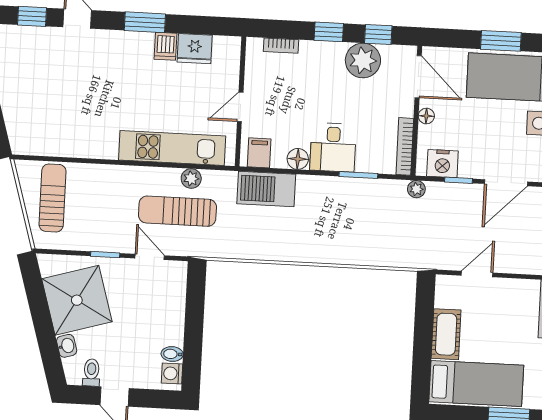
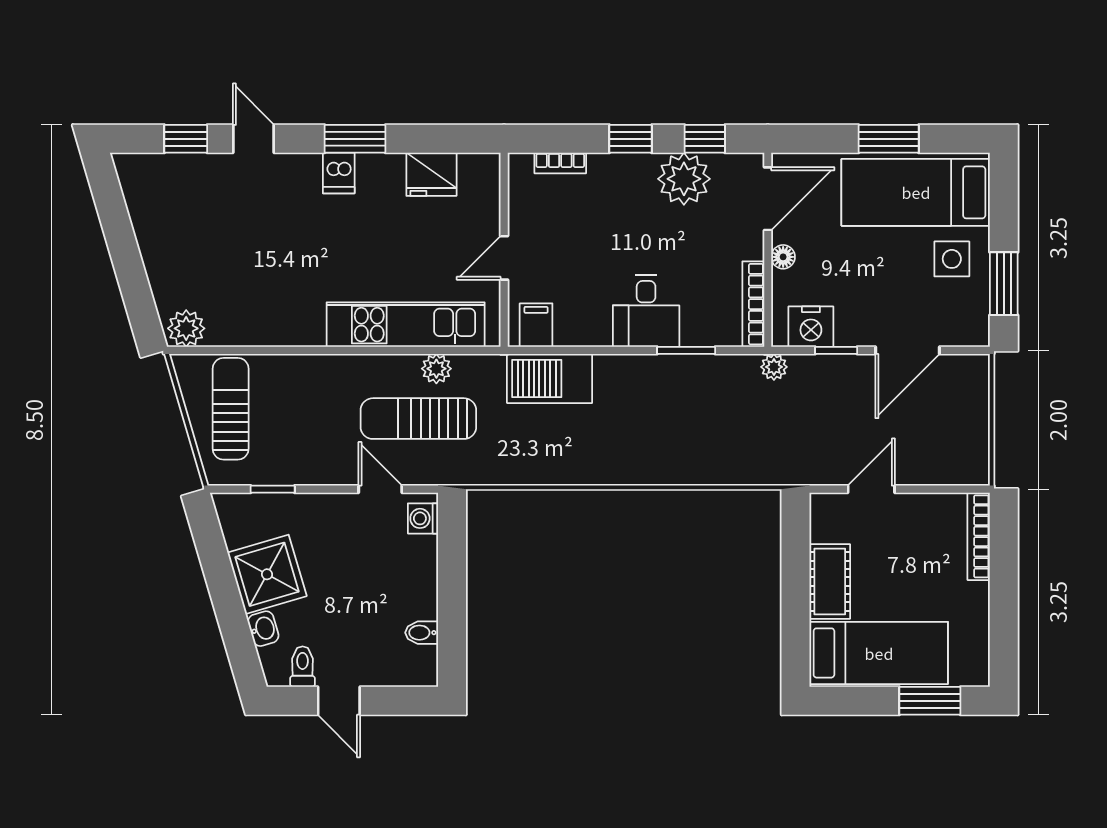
dishwasher: (166, 46) -> (339, 173), moved
door: (418, 77) -> (768, 199), hinge flipped
plant: (26, 143) -> (186, 328), added
floor lamp: (298, 159) -> (594, 331), removed
window: (105, 255) -> (273, 489), moved
shower: (77, 300) -> (267, 574), width x0.73, depth x0.73
washing machine: (172, 373) -> (423, 518), moved

